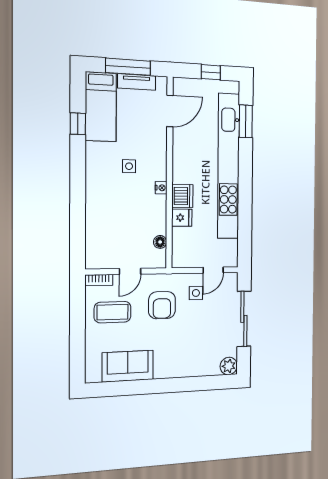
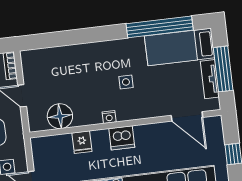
window: (78, 124) -> (160, 27), width x3.17
dishwasher: (182, 196) -> (122, 138), moved
floor lamp: (160, 242) -> (60, 116), width x1.89, depth x1.89

